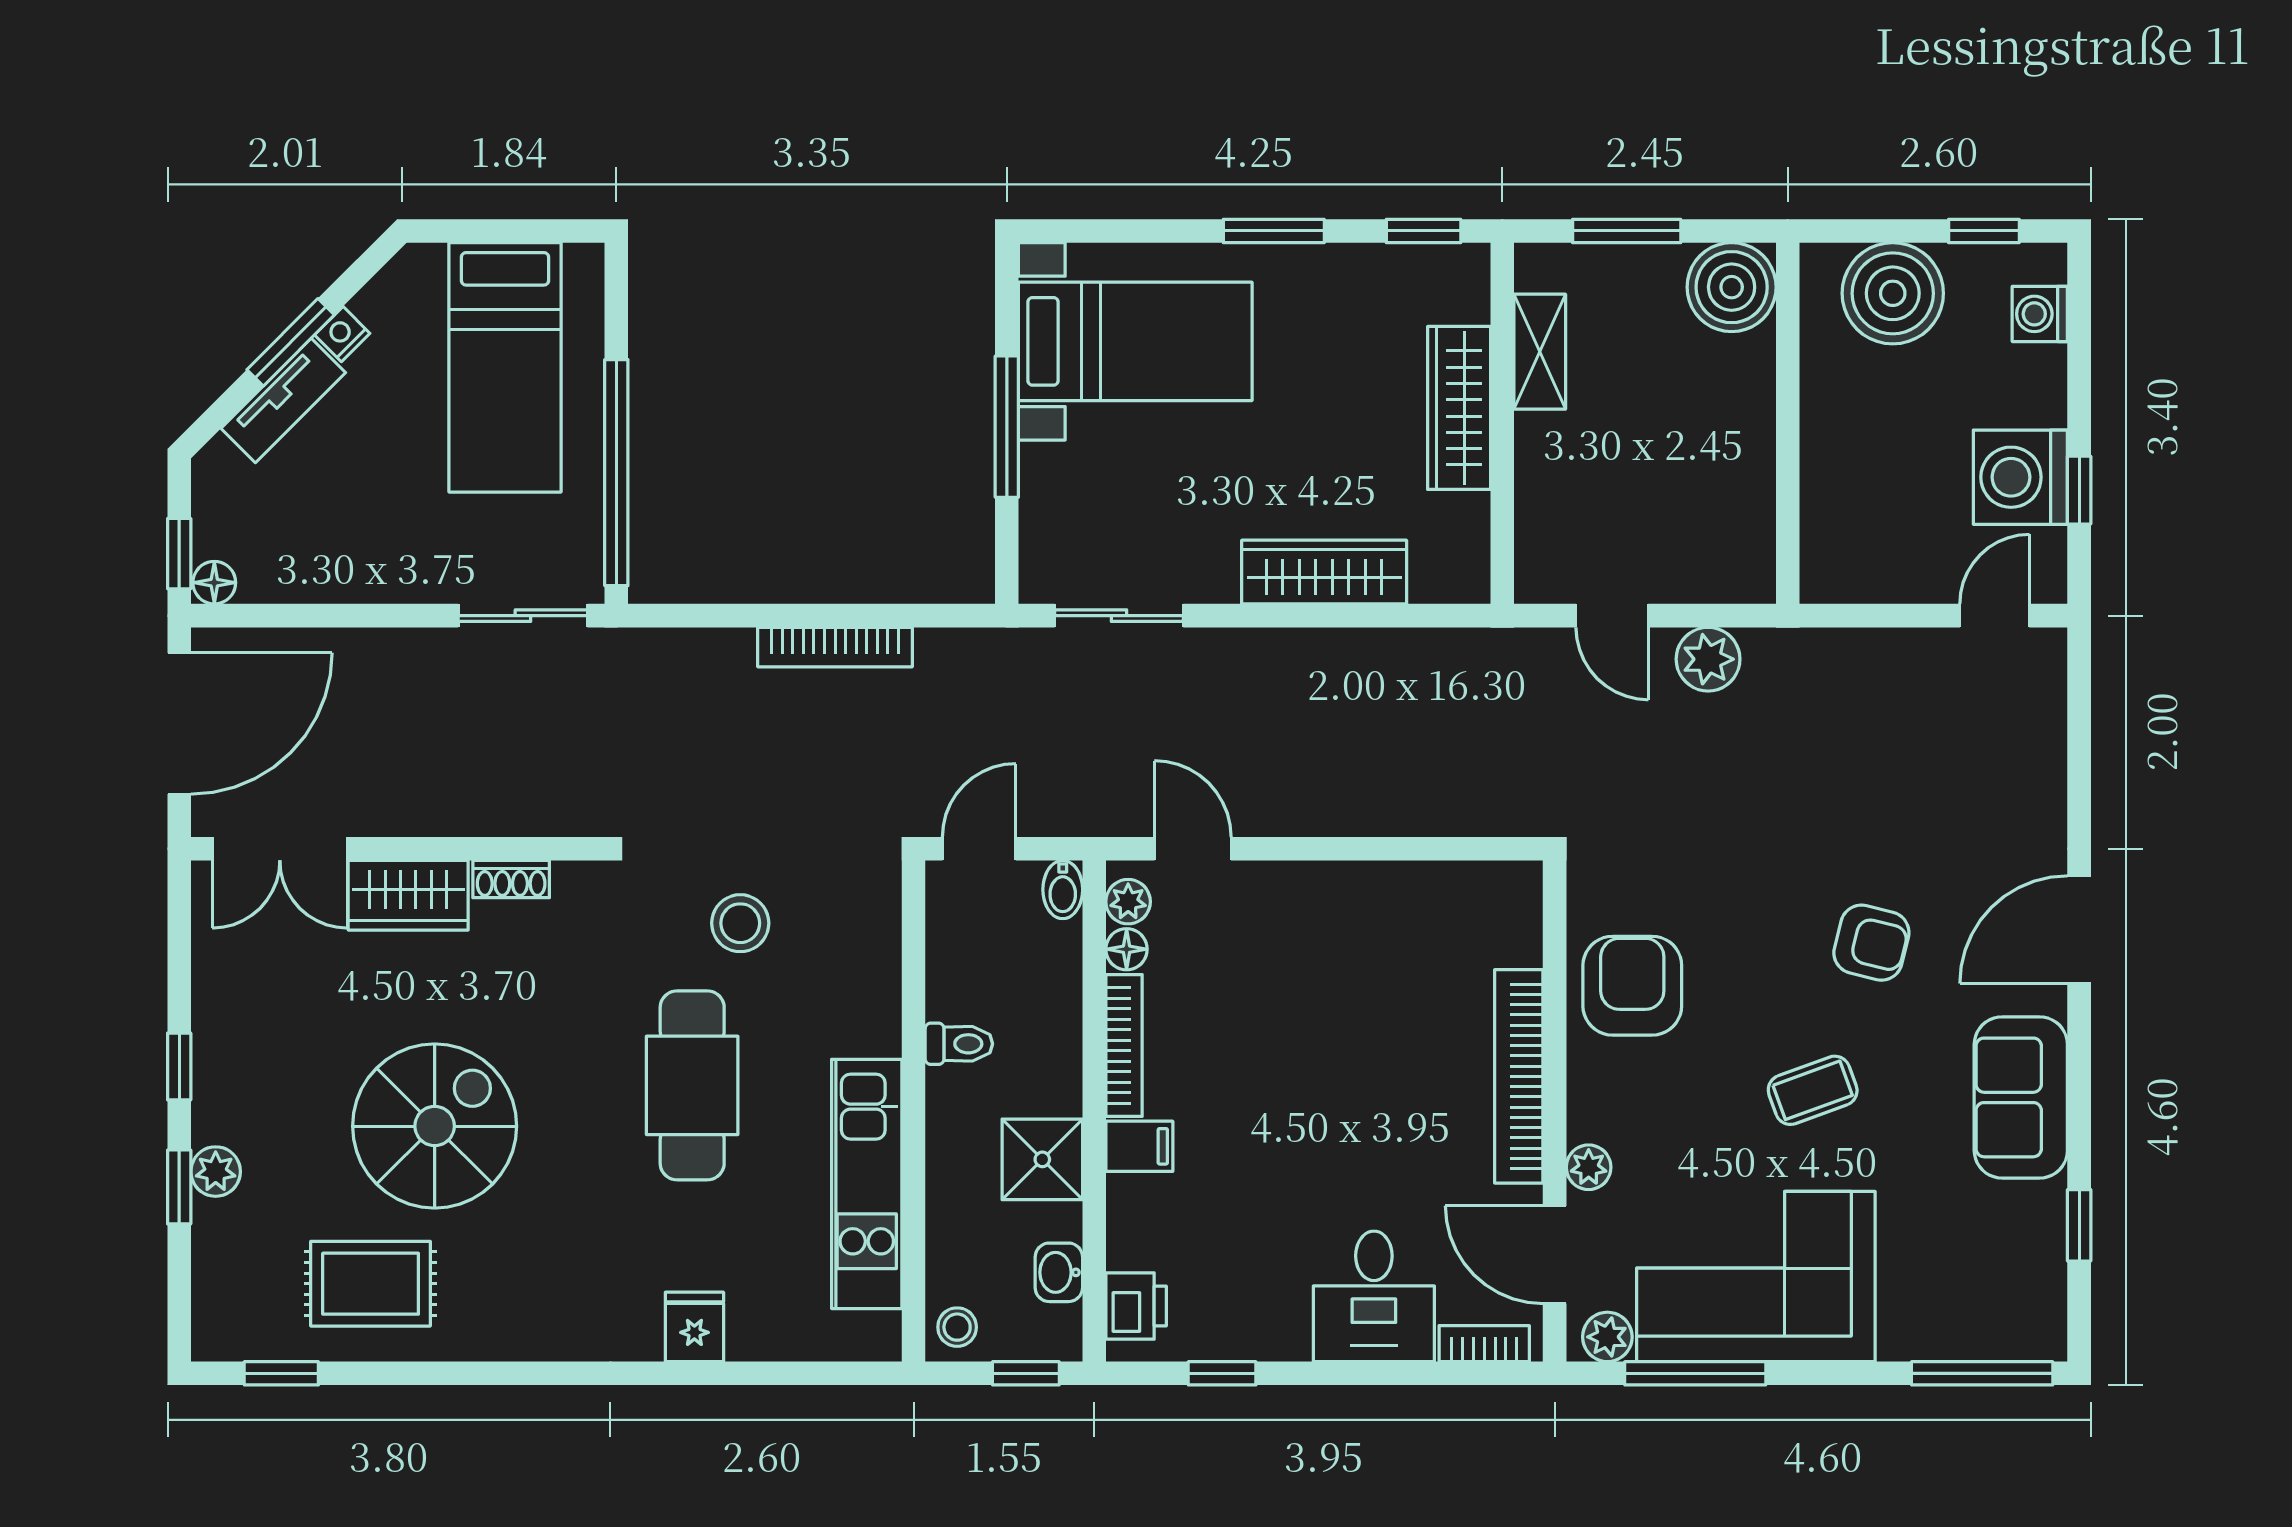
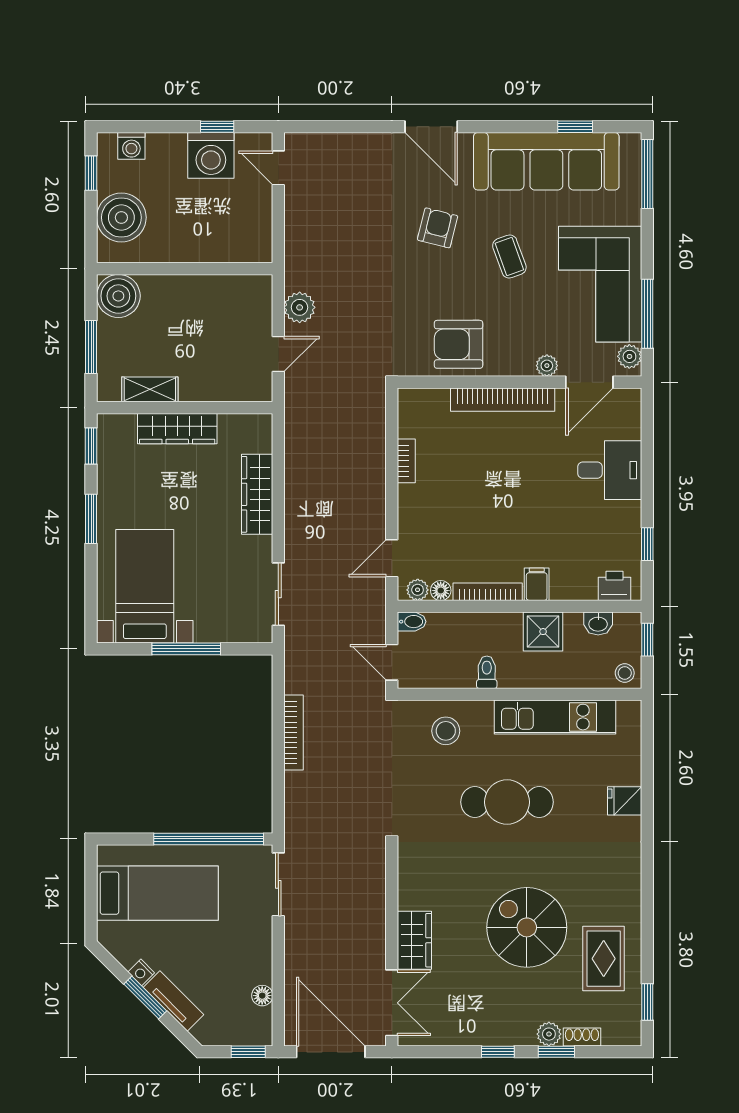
floor lamp: (214, 583) -> (262, 996), moved
shoe rack: (511, 879) -> (582, 1037), moved, turned -90
stool: (740, 923) -> (446, 731), moved
sofa: (2021, 1097) -> (546, 161), width x1.85, depth x1.27
bookcase: (1484, 1344) -> (406, 461), moved, turned 180

